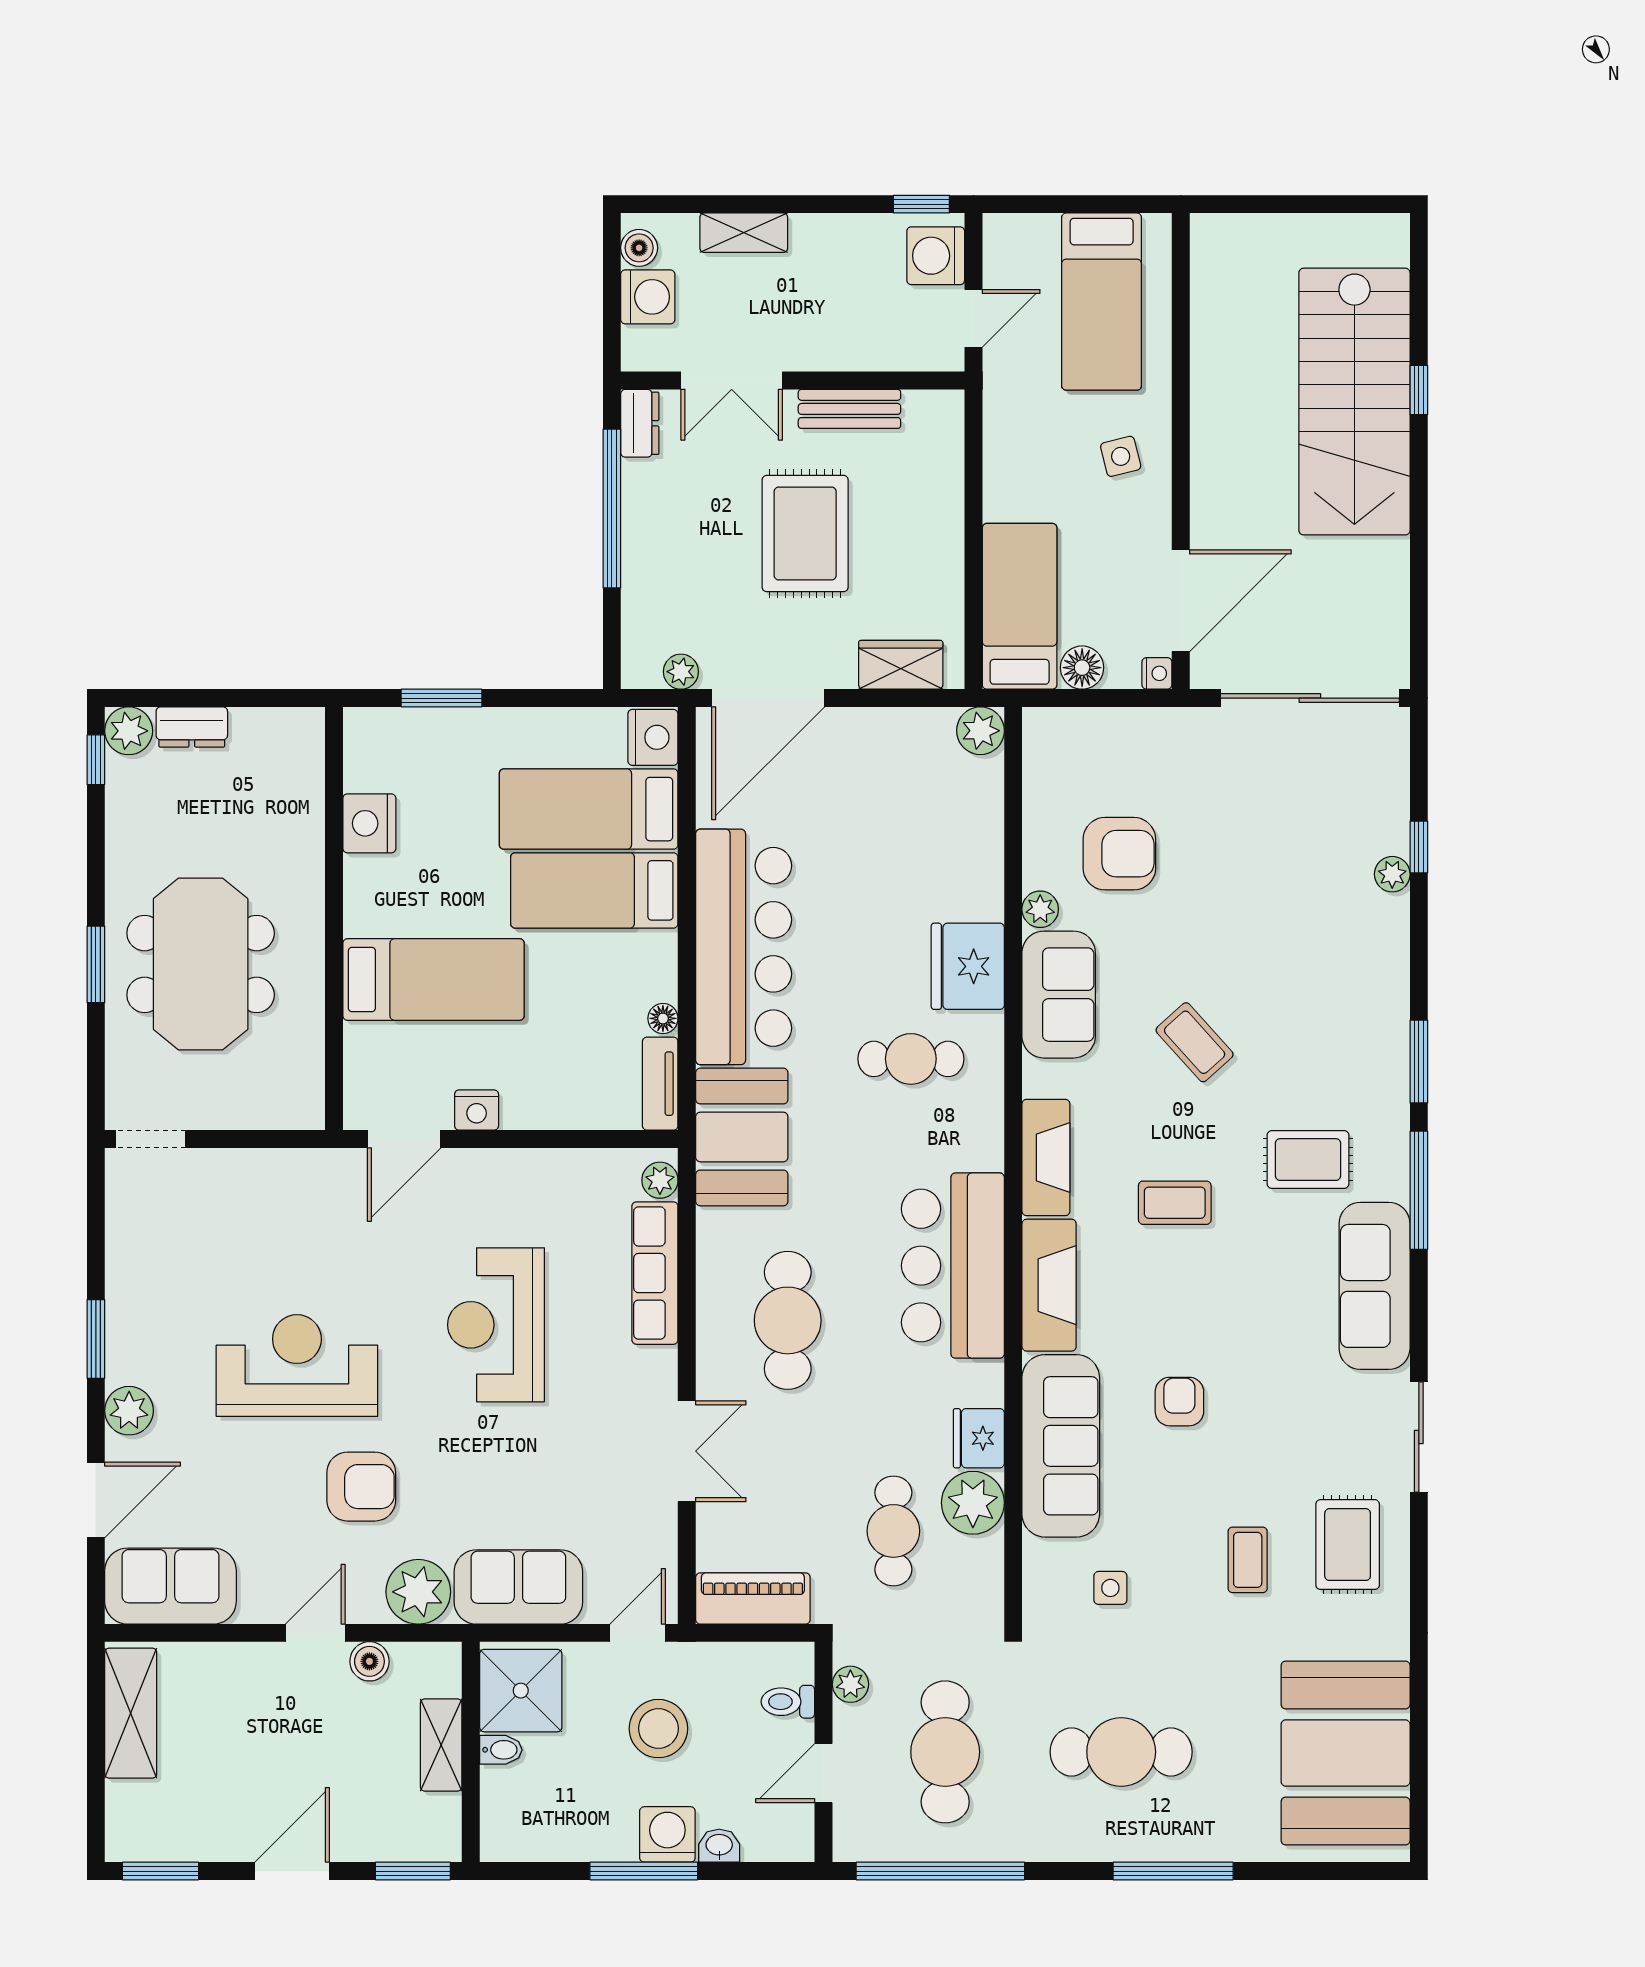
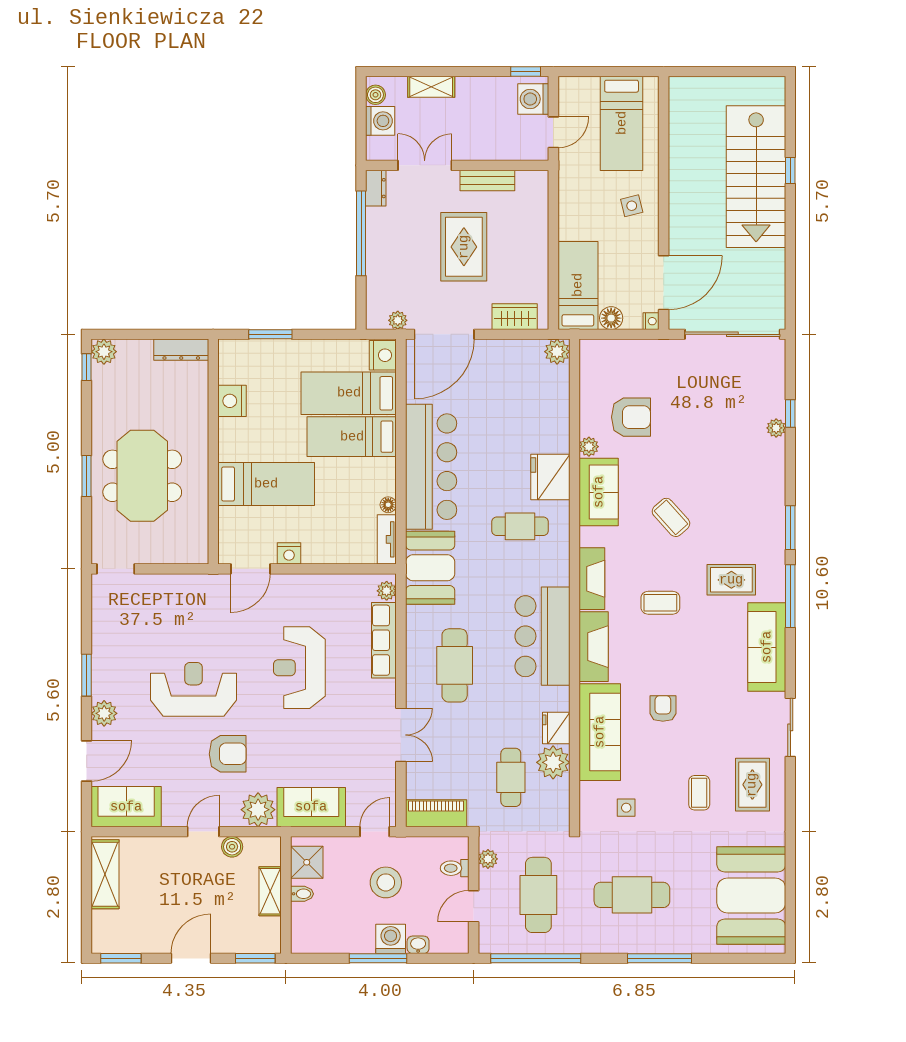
double door: (732, 381) -> (425, 165), swing flipped
dresser: (192, 727) -> (181, 350), moved, width x1.44
shower: (521, 1691) -> (307, 862), width x0.73, depth x0.73

